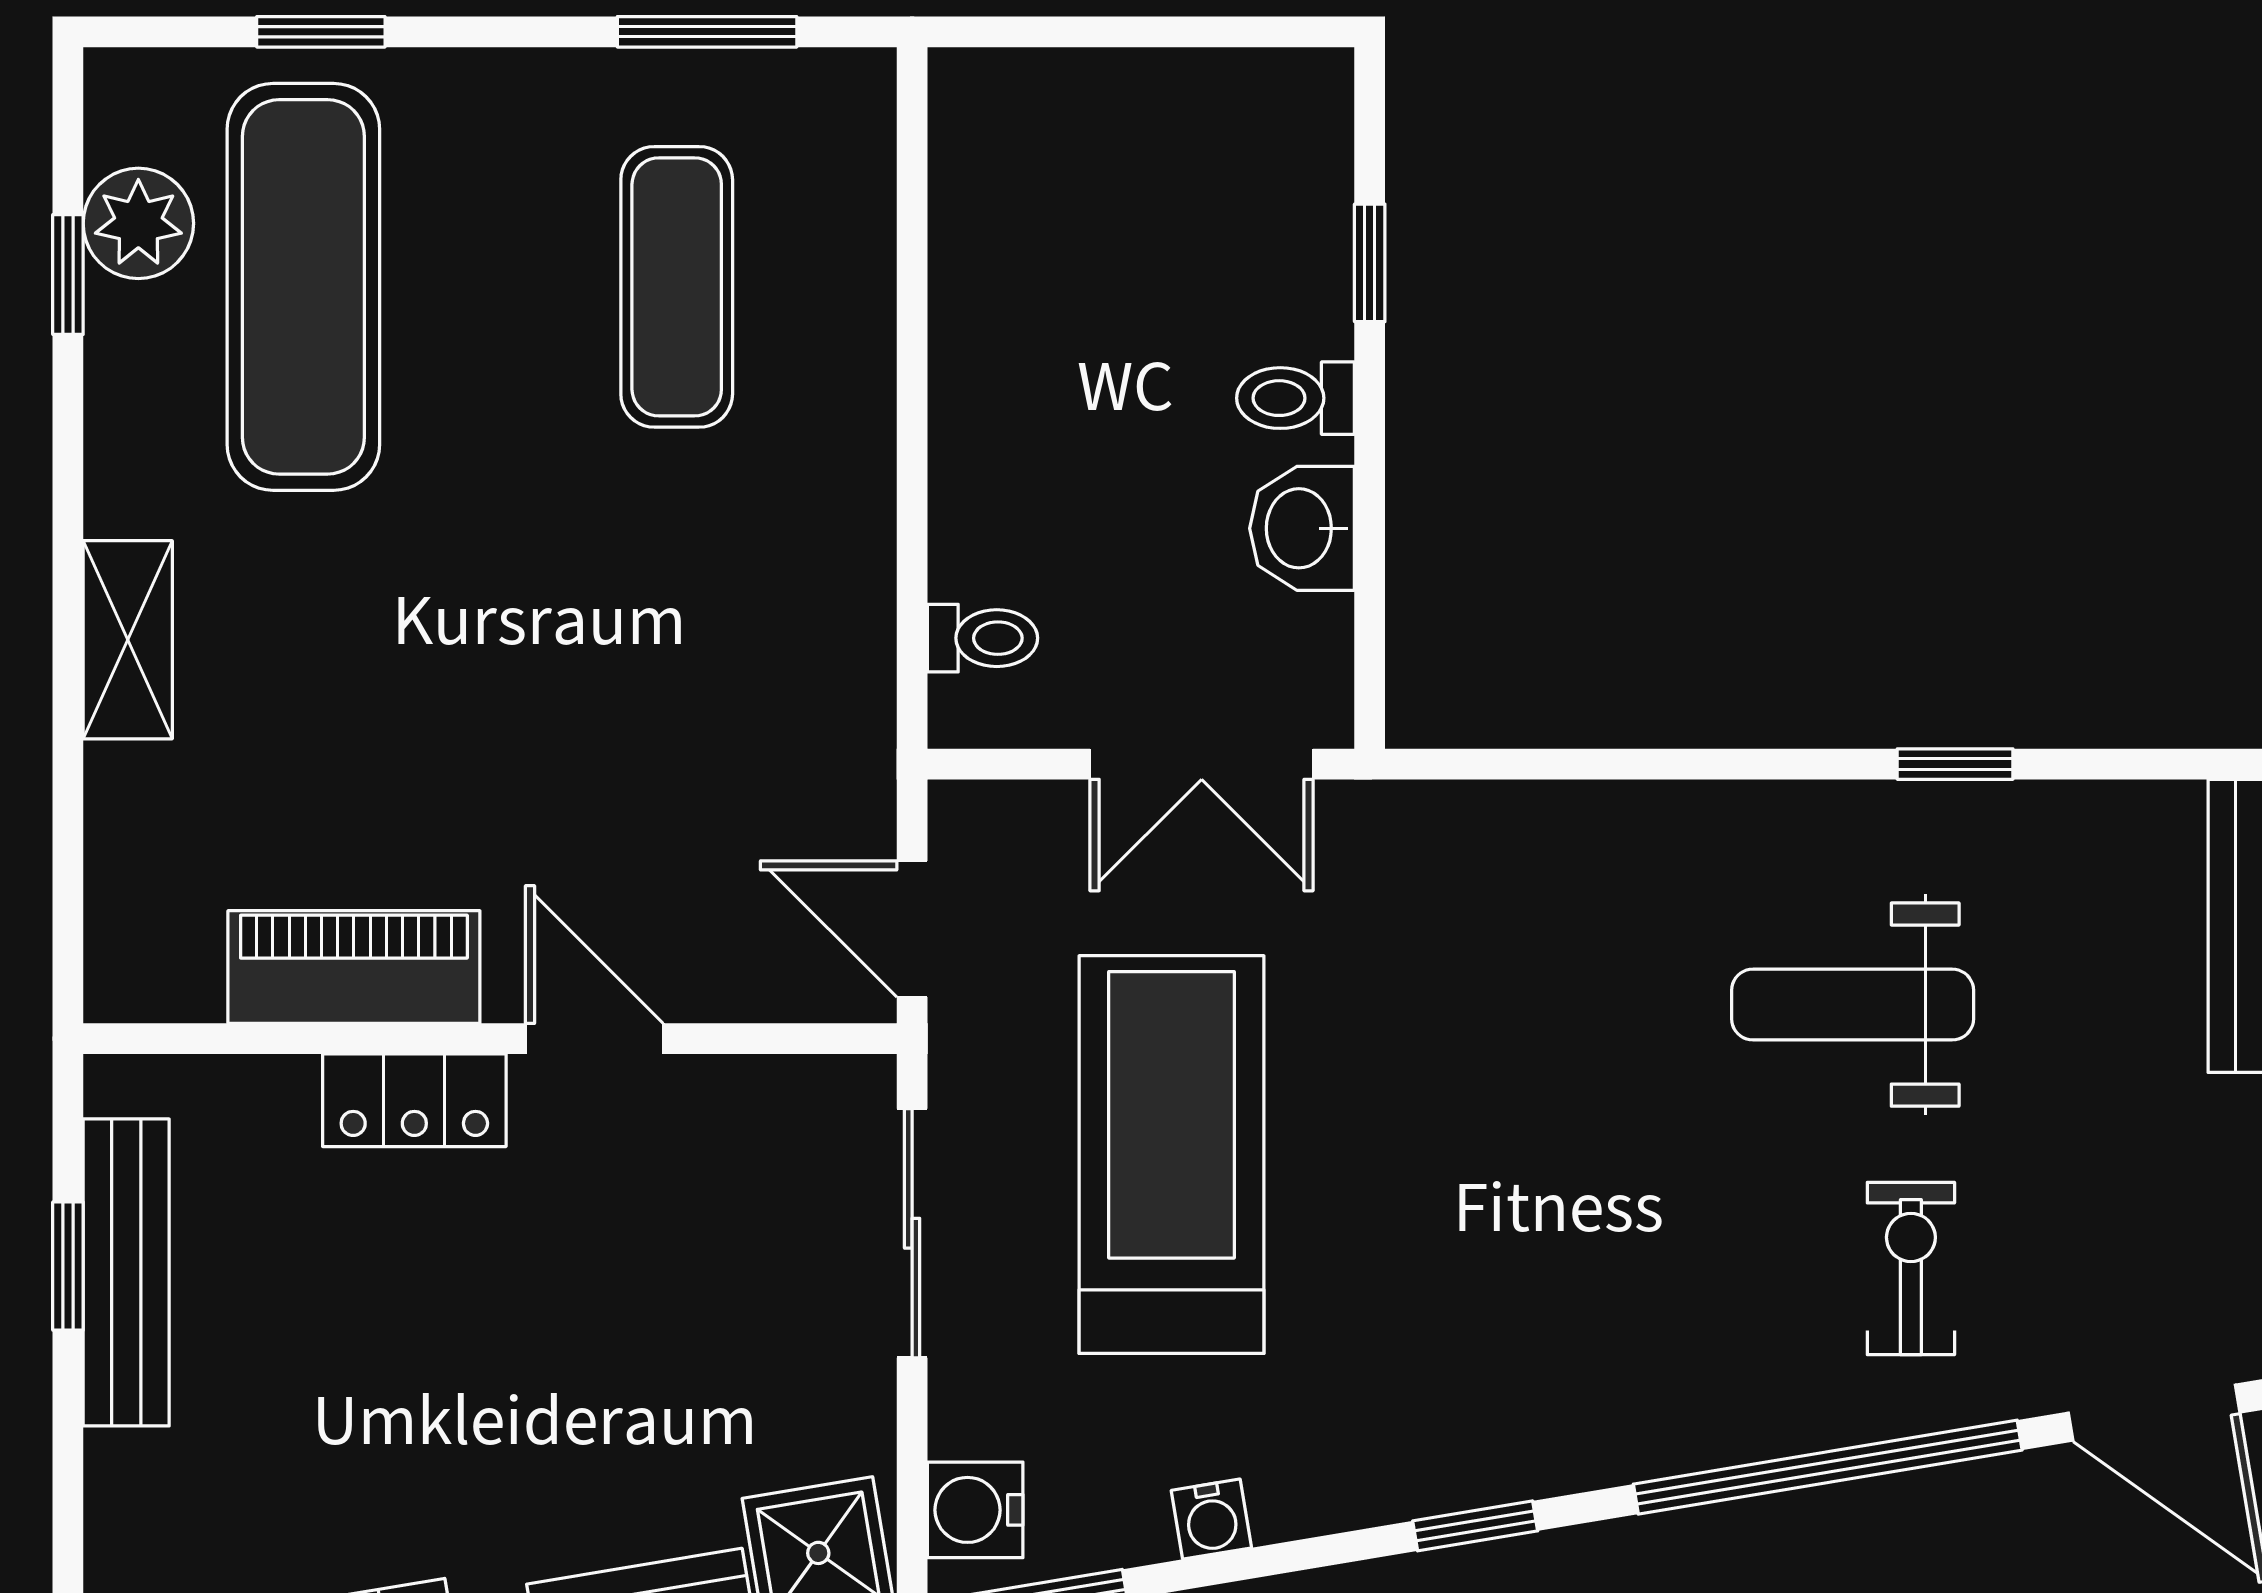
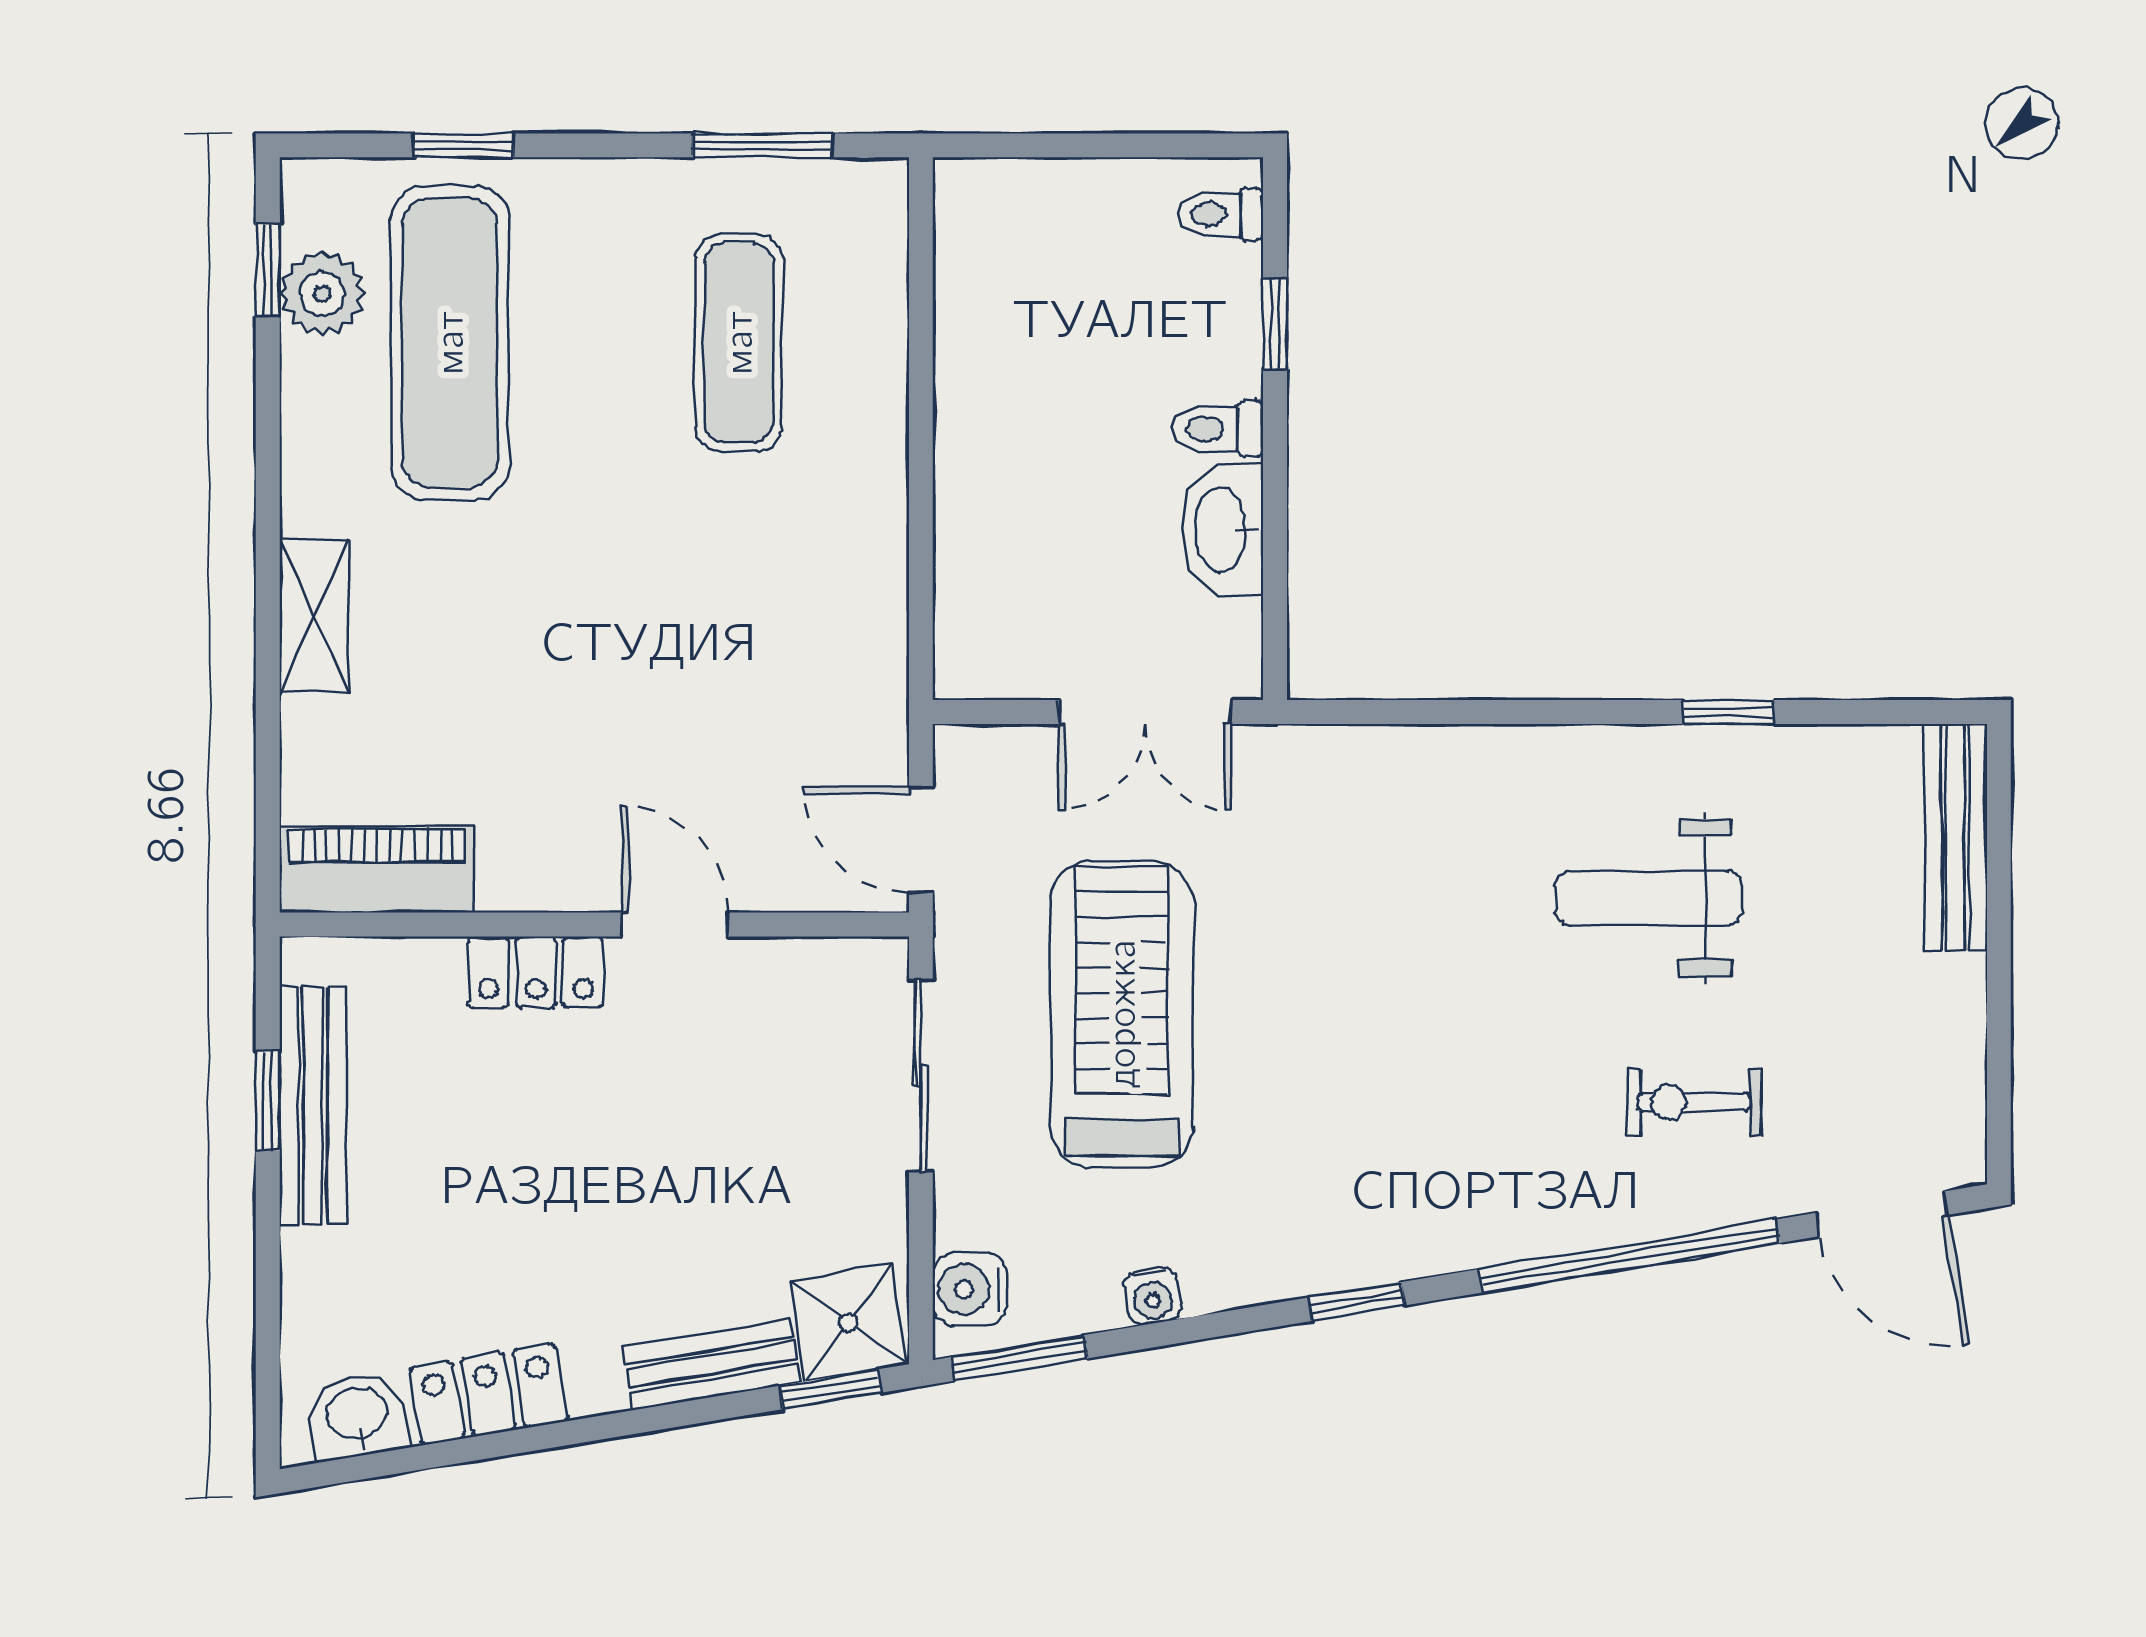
window: (68, 274) -> (268, 270), moved
washbasin: (1302, 528) -> (1223, 530), width x1.38
toilet: (982, 638) -> (1221, 214), moved, turned 180
piano: (354, 967) -> (377, 869), moved
exercise bike: (1911, 1269) -> (1694, 1102), turned -90

